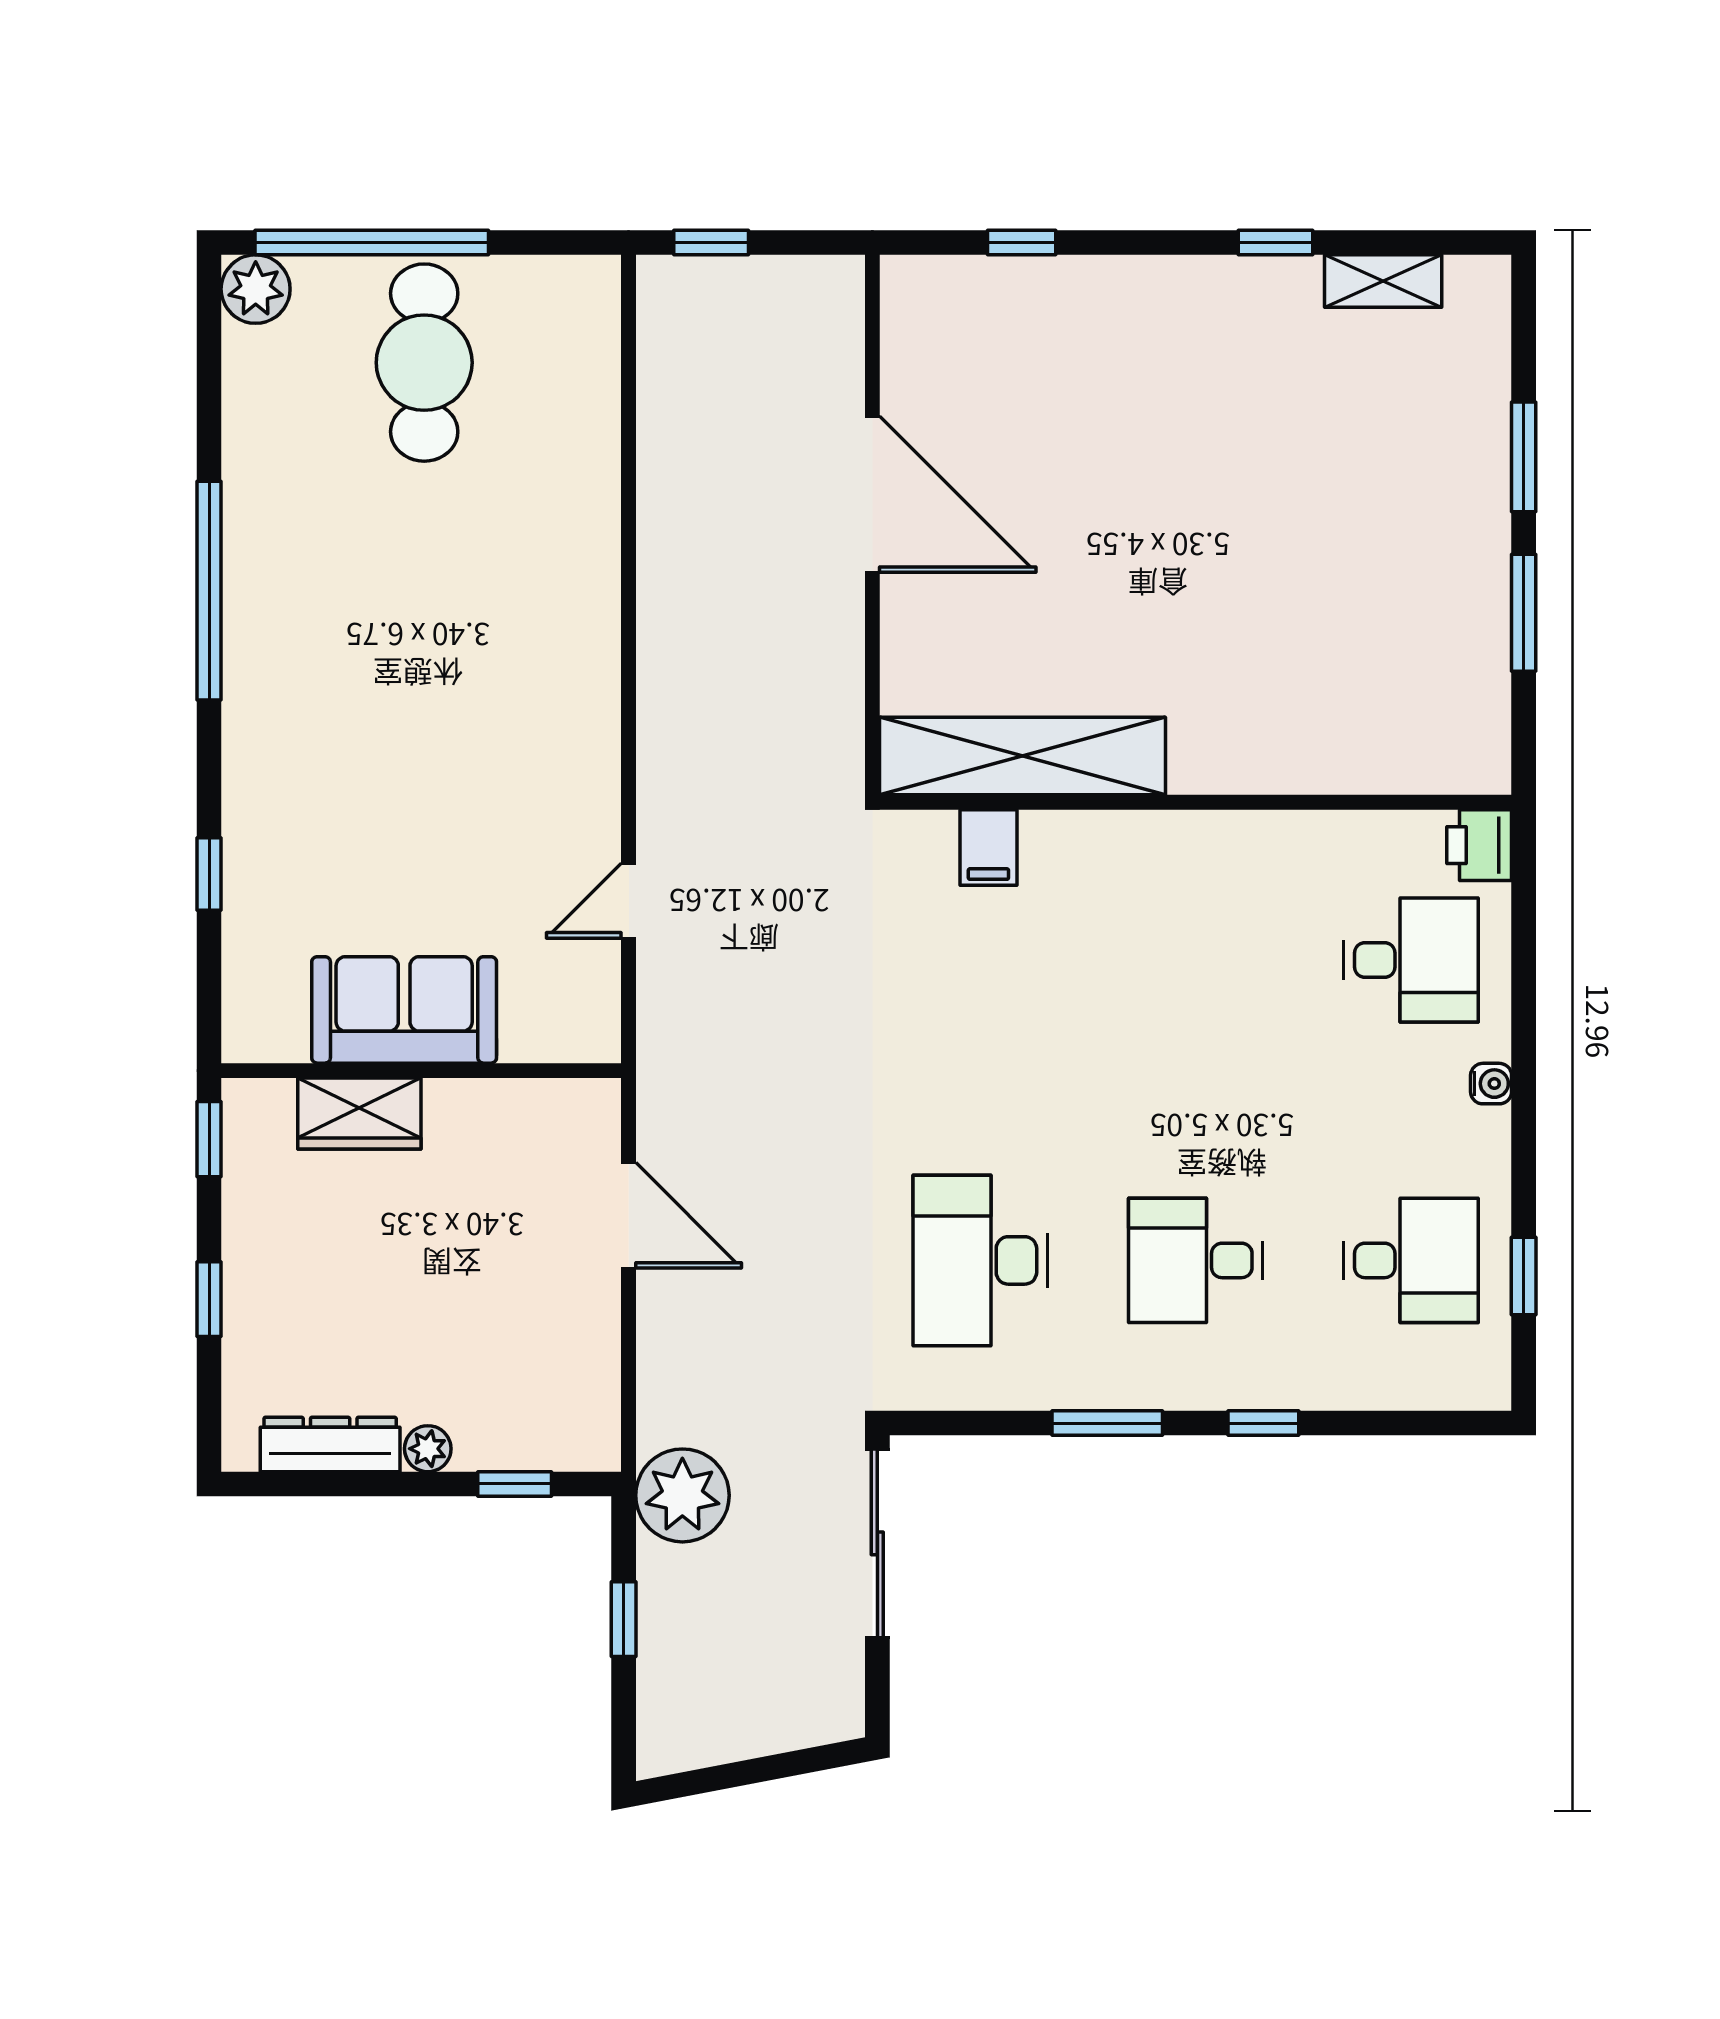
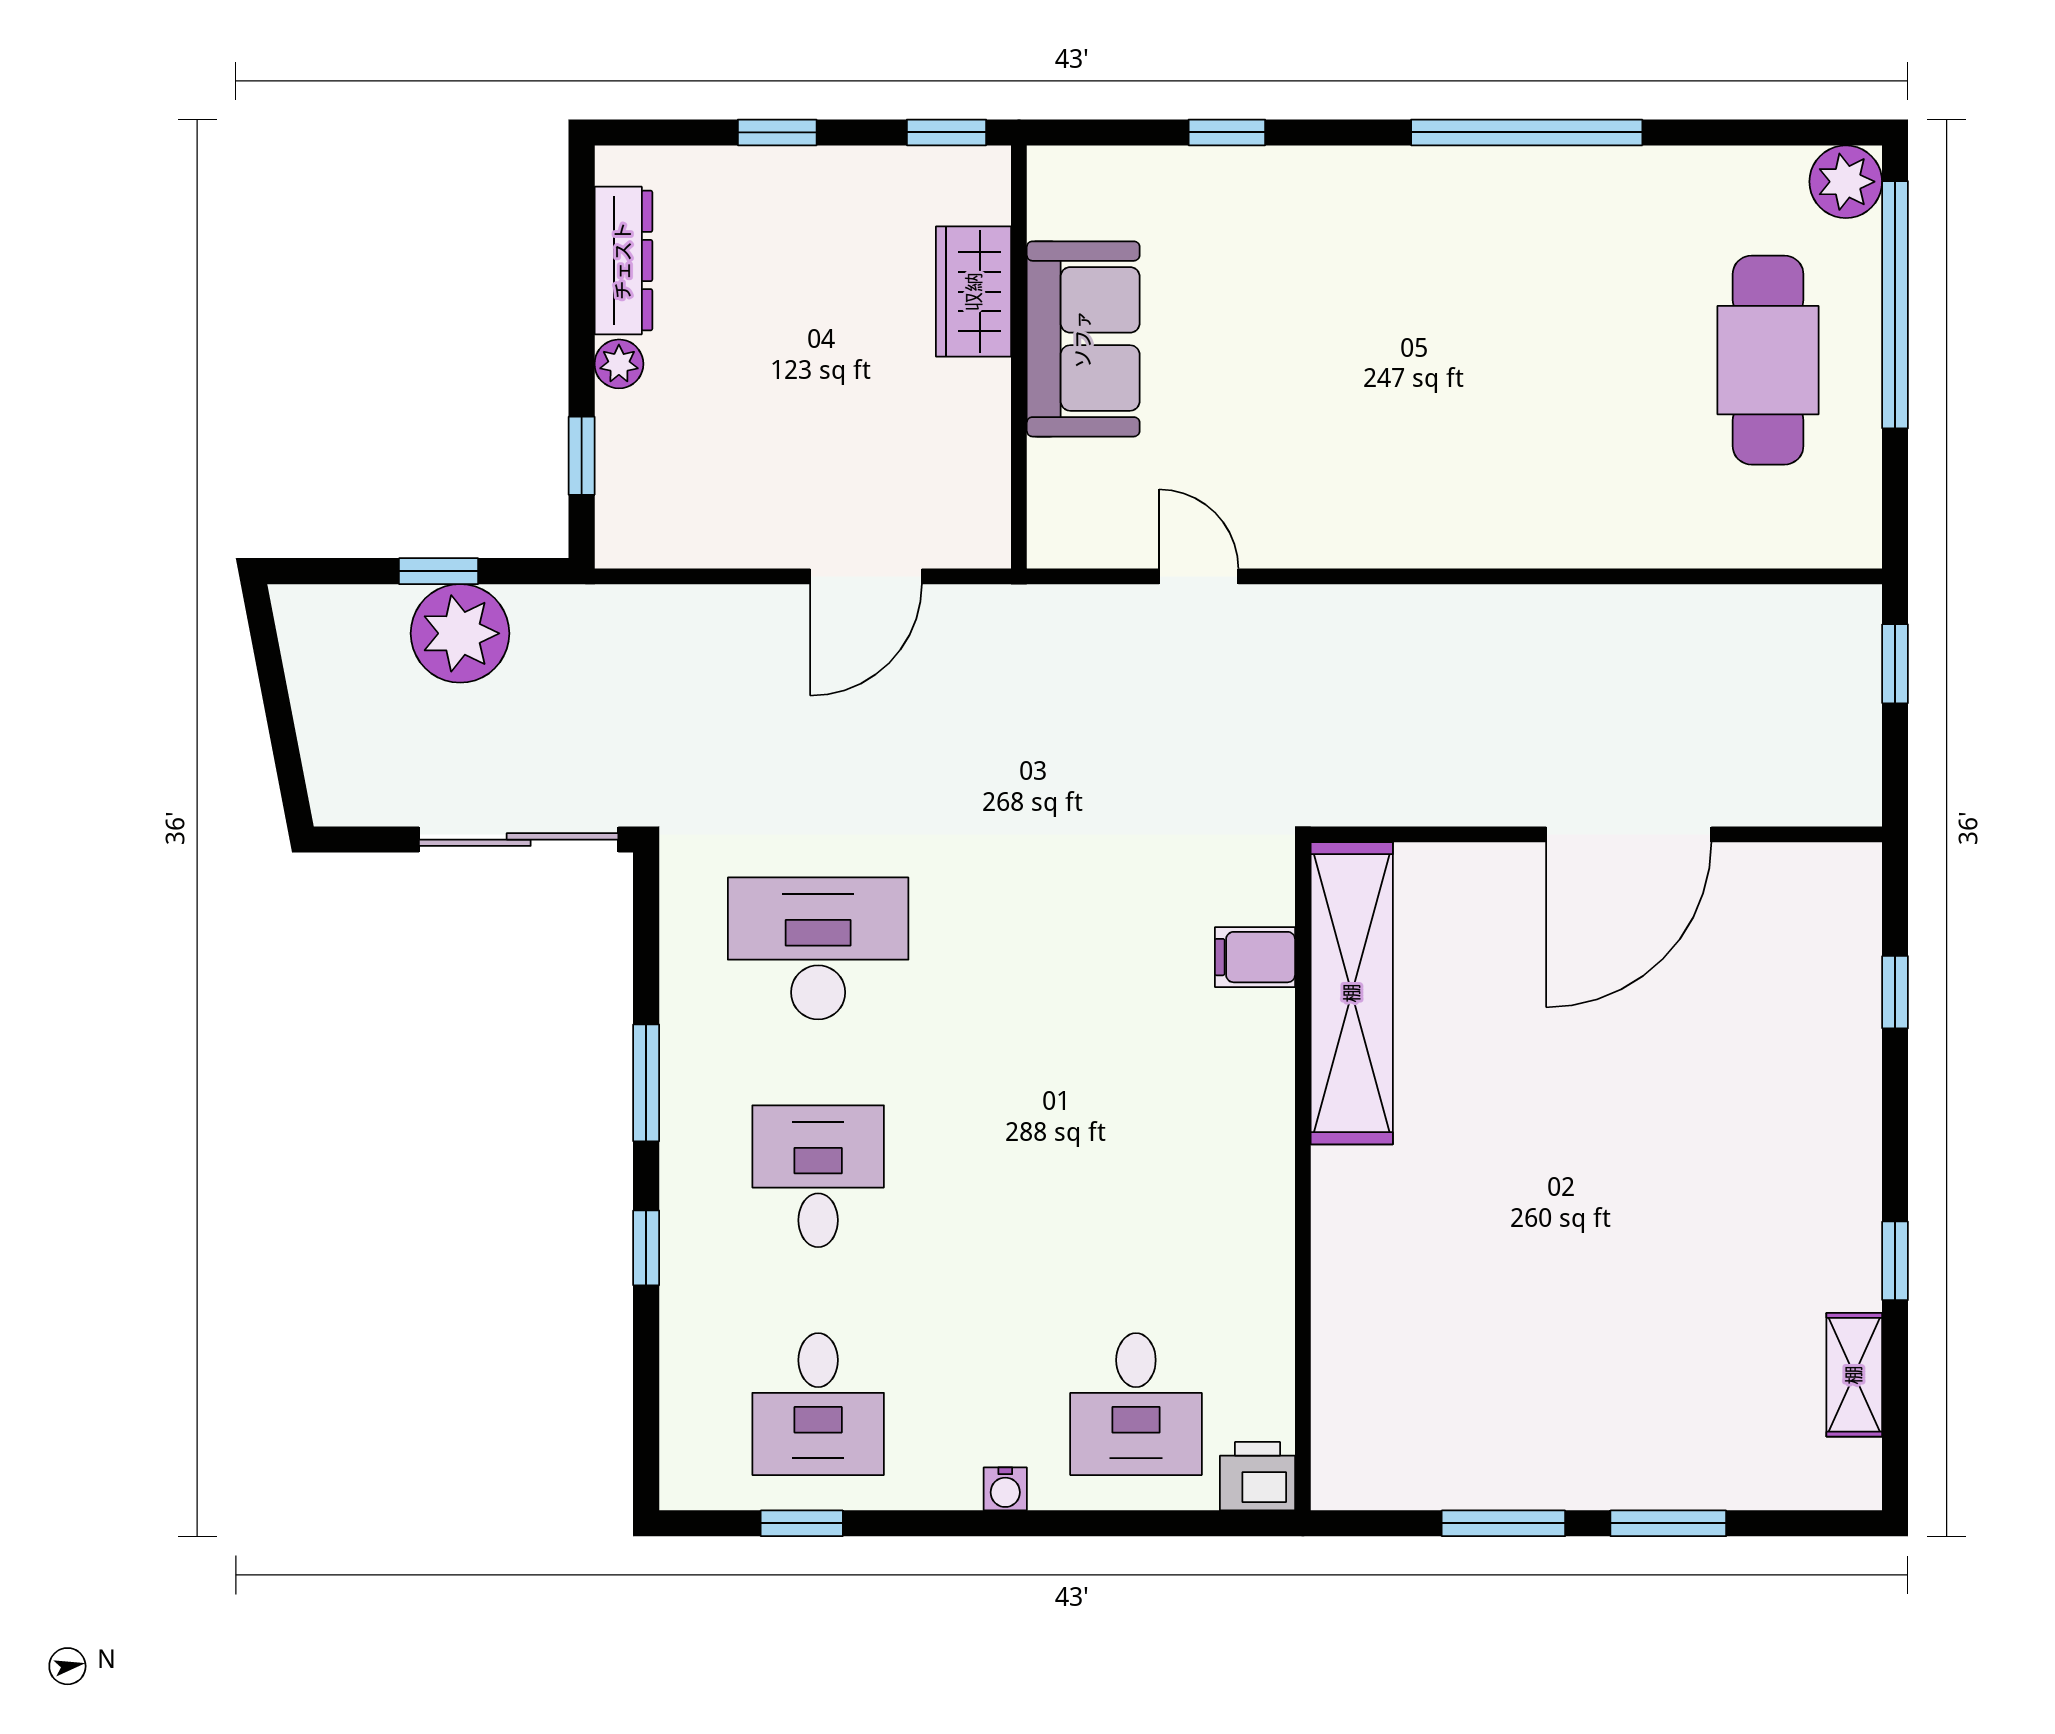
cafe table: (424, 363) -> (1768, 360), turned 90
plant: (682, 1495) -> (460, 633), moved

